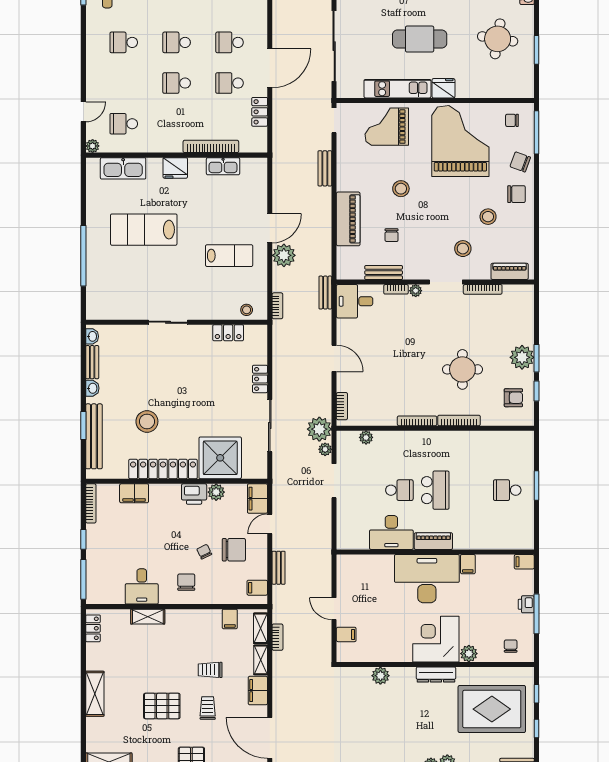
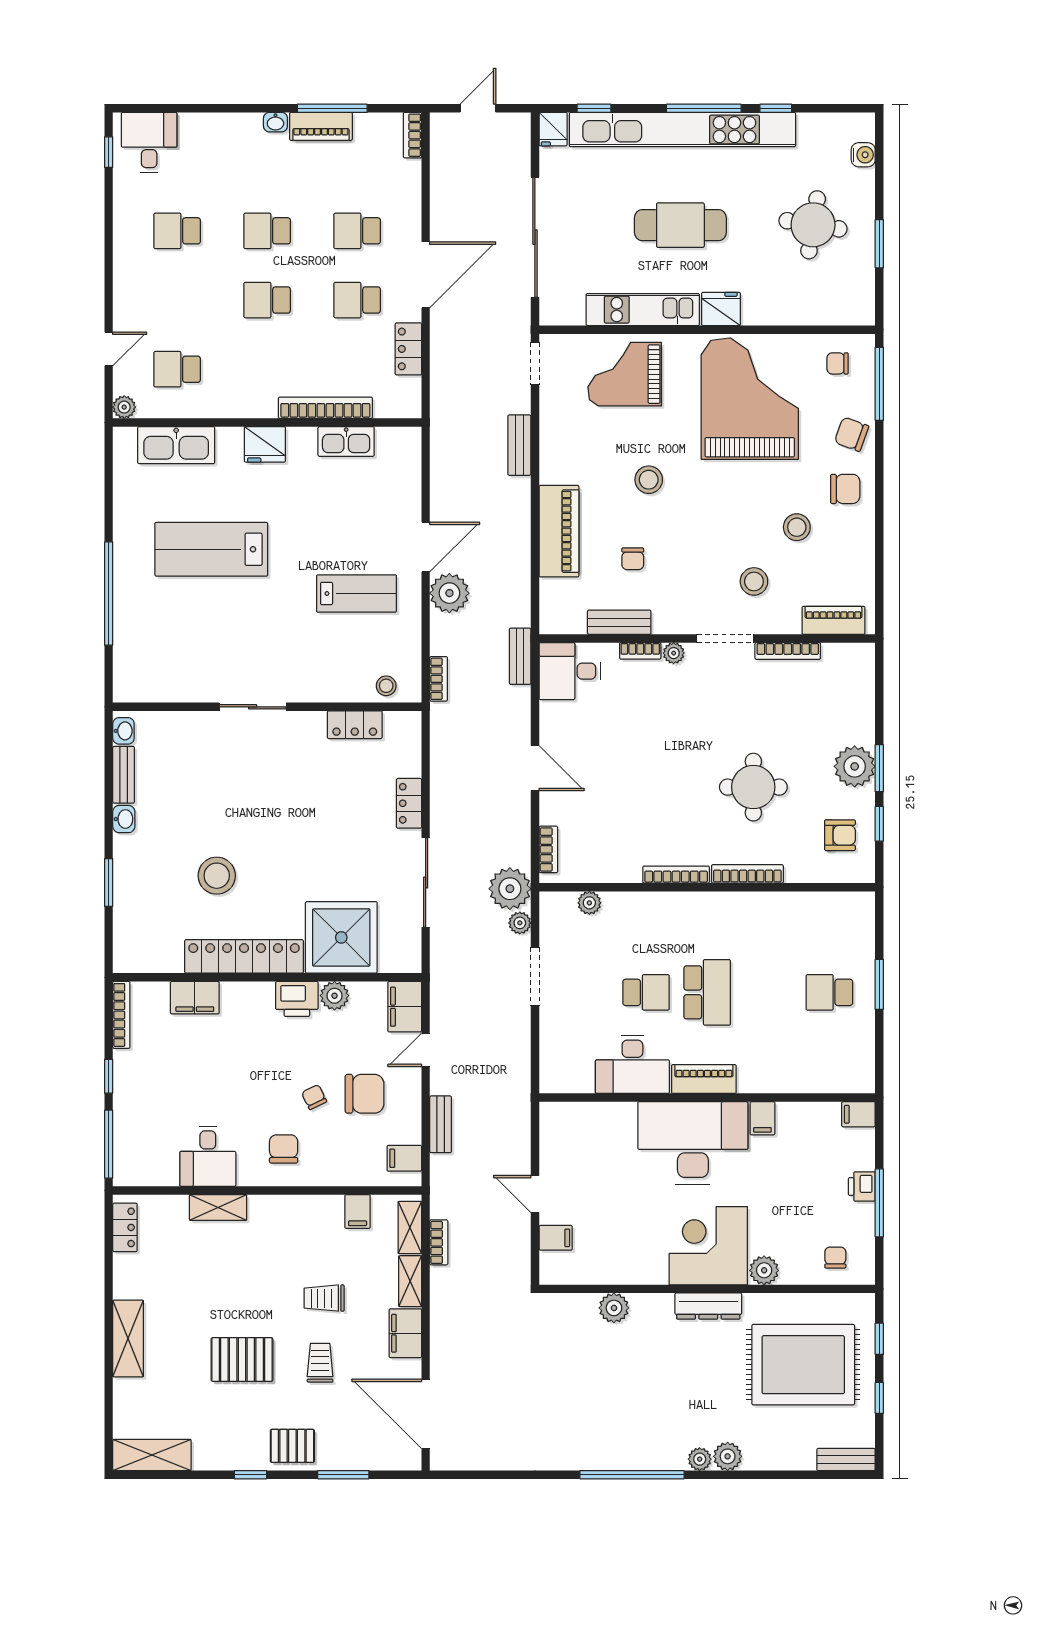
bench: (94, 436) -> (127, 901), removed

